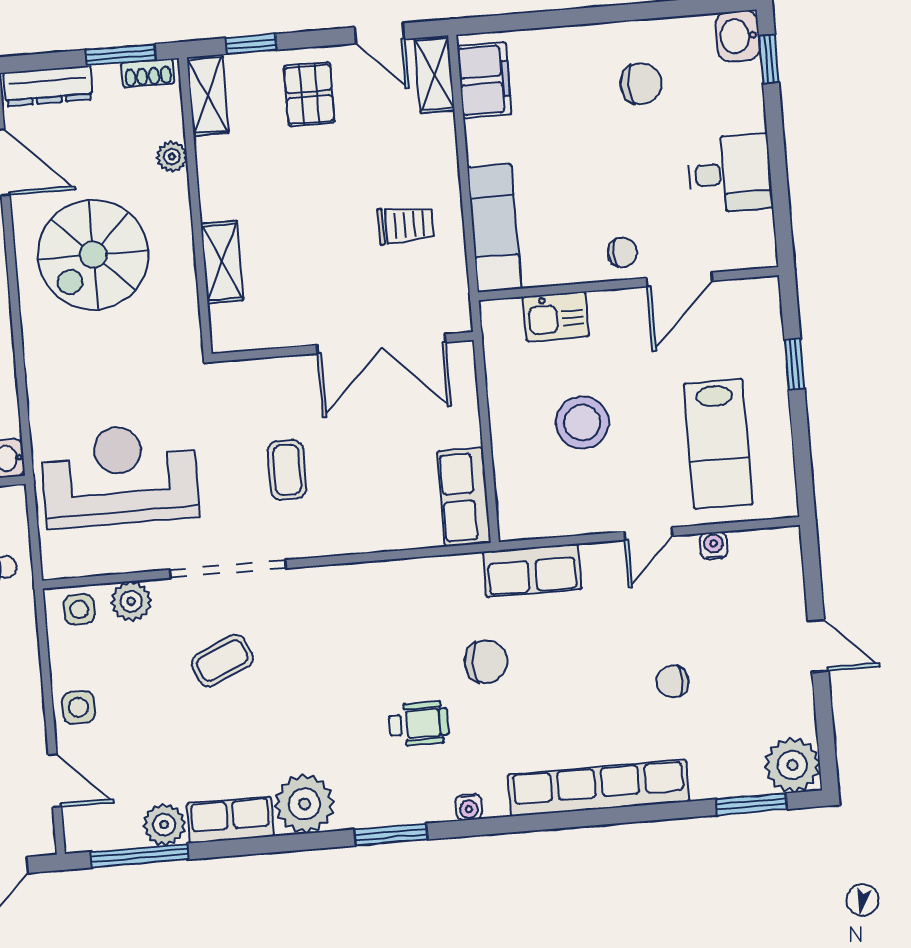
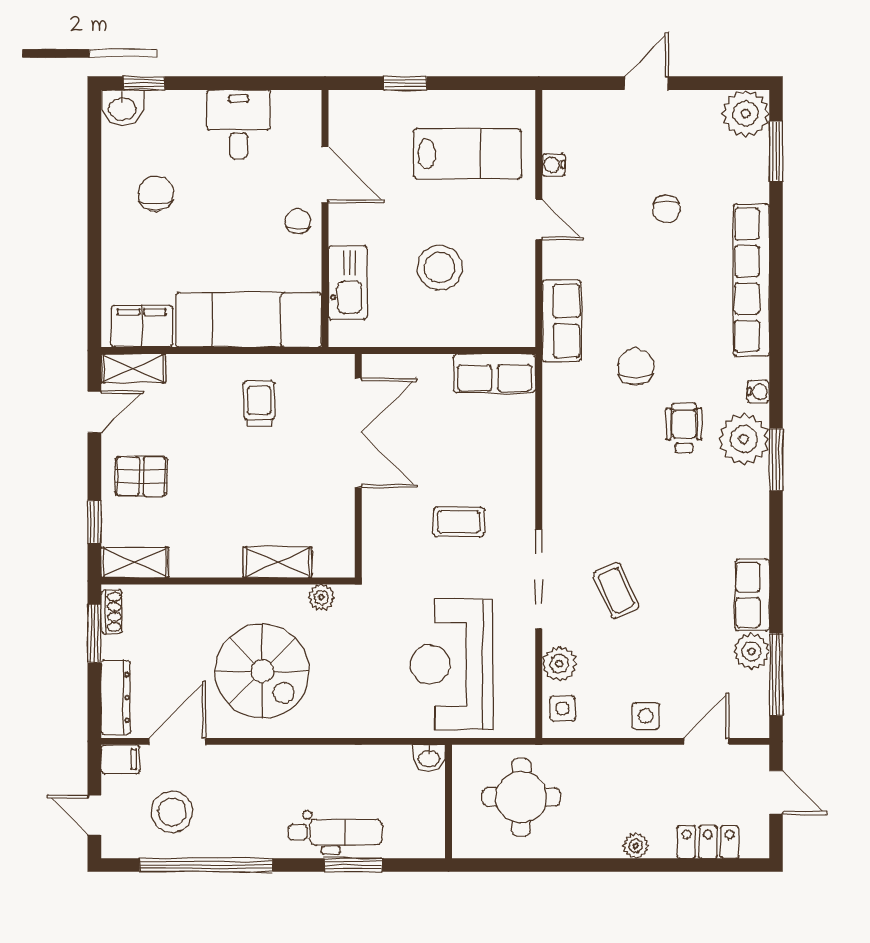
plant: (172, 157) -> (321, 597), moved
exam couch: (494, 228) -> (249, 320), width x1.36, depth x1.45
kitchen sink: (556, 317) -> (348, 283), width x1.38
plant: (304, 804) -> (744, 439), moved

